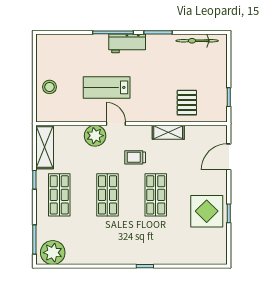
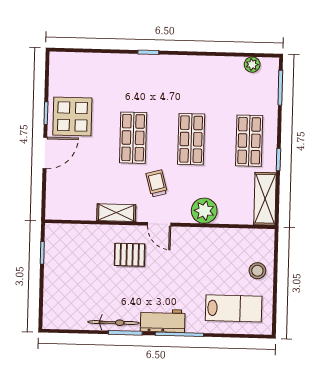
bicycle: (197, 41) -> (114, 323), moved
lab bench: (107, 87) -> (234, 308), moved
pallet: (187, 103) -> (130, 255), moved, turned 90
door: (116, 124) -> (159, 224), moved
trolley: (135, 157) -> (157, 183), turned -105
door: (229, 157) -> (45, 153), moved
plant: (53, 253) -> (252, 65), width x0.53, depth x0.53

